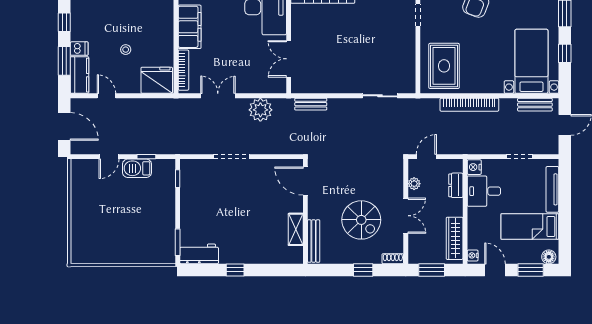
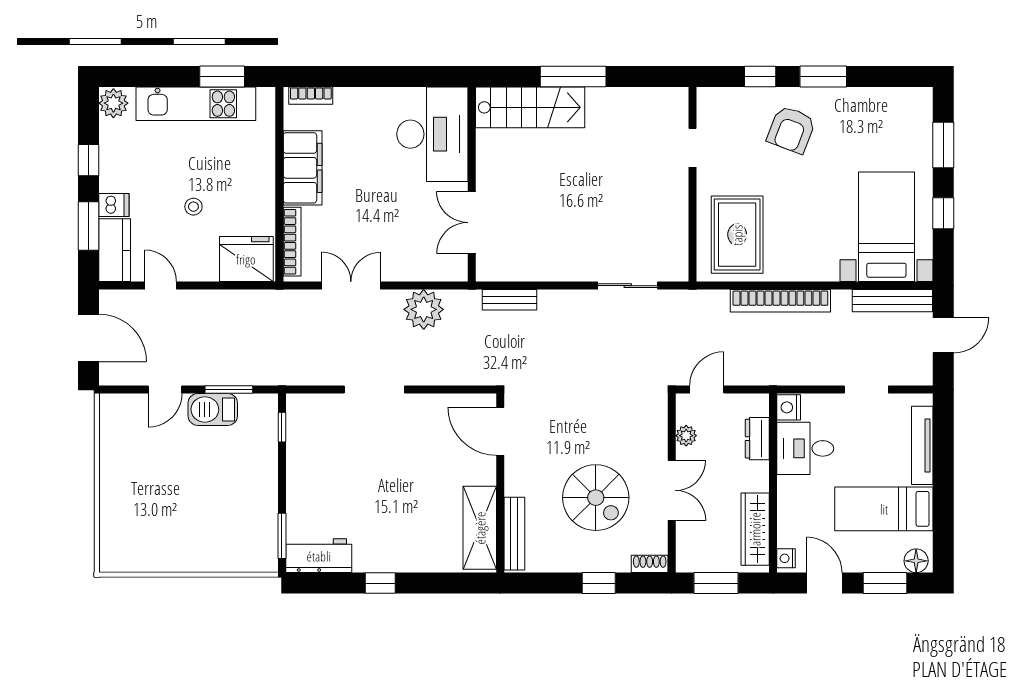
bench: (535, 105) -> (892, 301), width x1.36
window: (146, 157) -> (229, 390), width x1.50
shelving: (296, 229) -> (480, 528), width x1.50, depth x1.33

